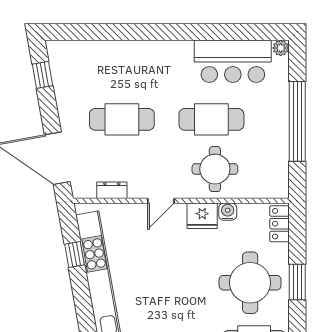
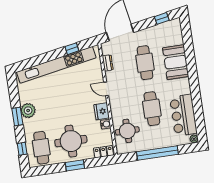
booth: (130, 61) -> (176, 62), added
round table: (215, 169) -> (127, 131), moved

